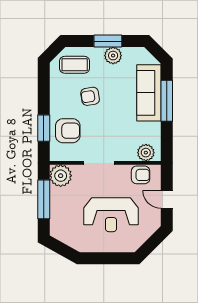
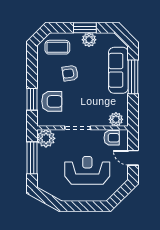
reception desk: (111, 215) -> (87, 170), turned 180

